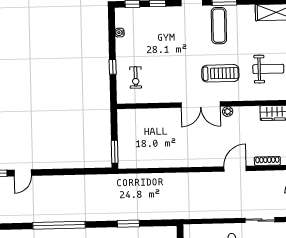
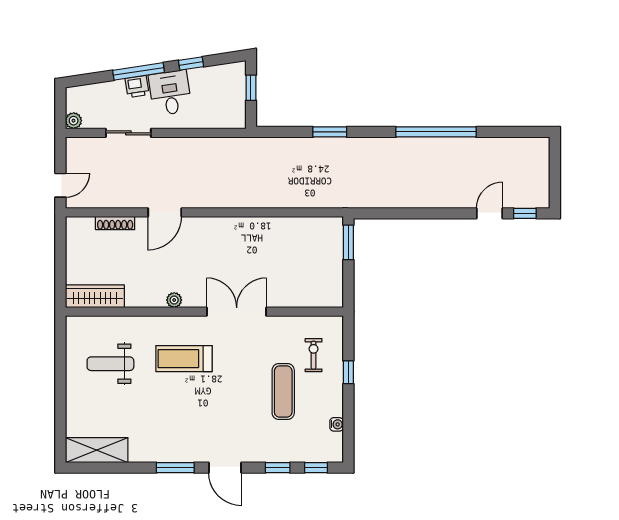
exercise mat: (219, 26) -> (283, 392), moved
double door: (201, 104) -> (237, 312), moved

